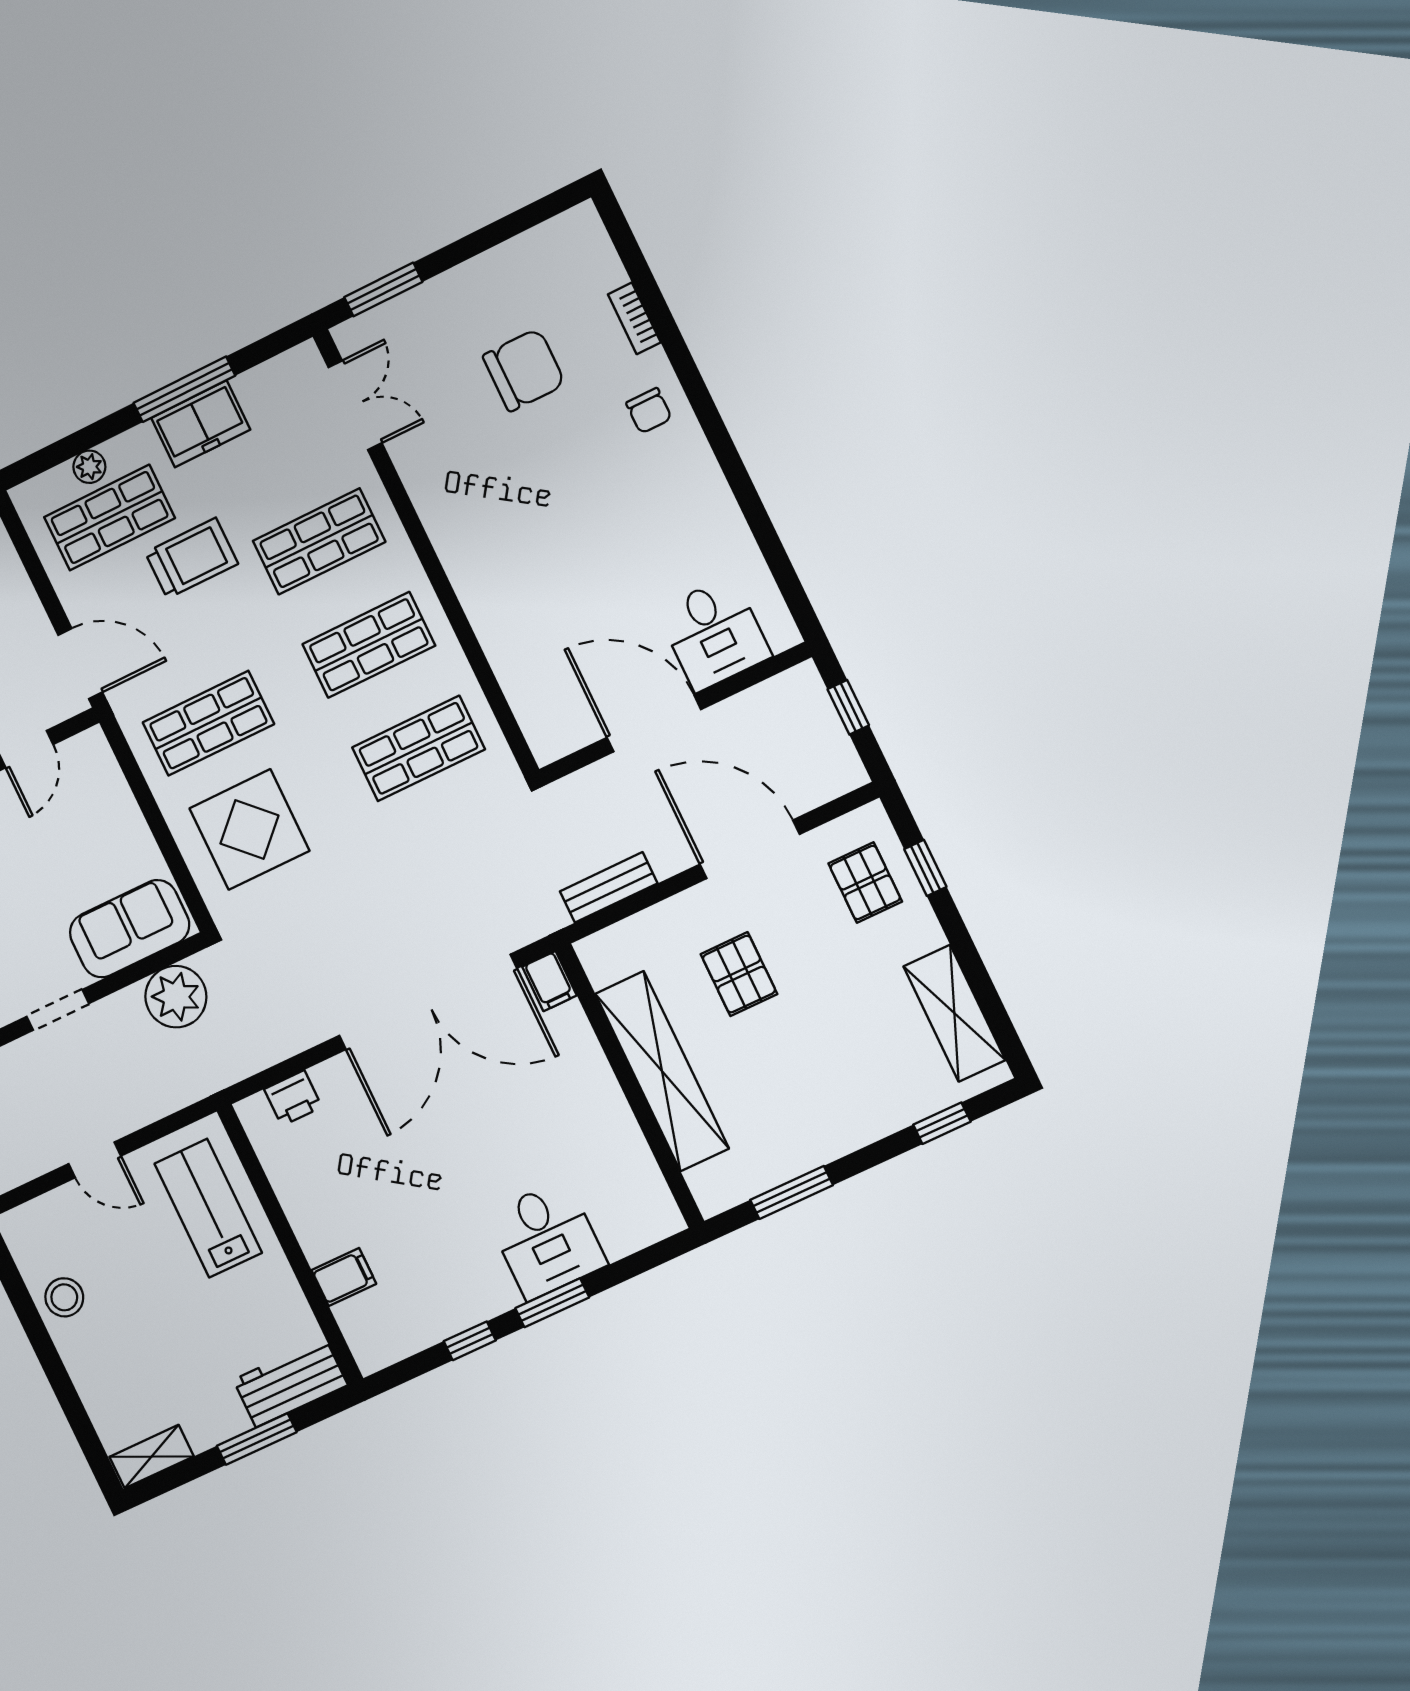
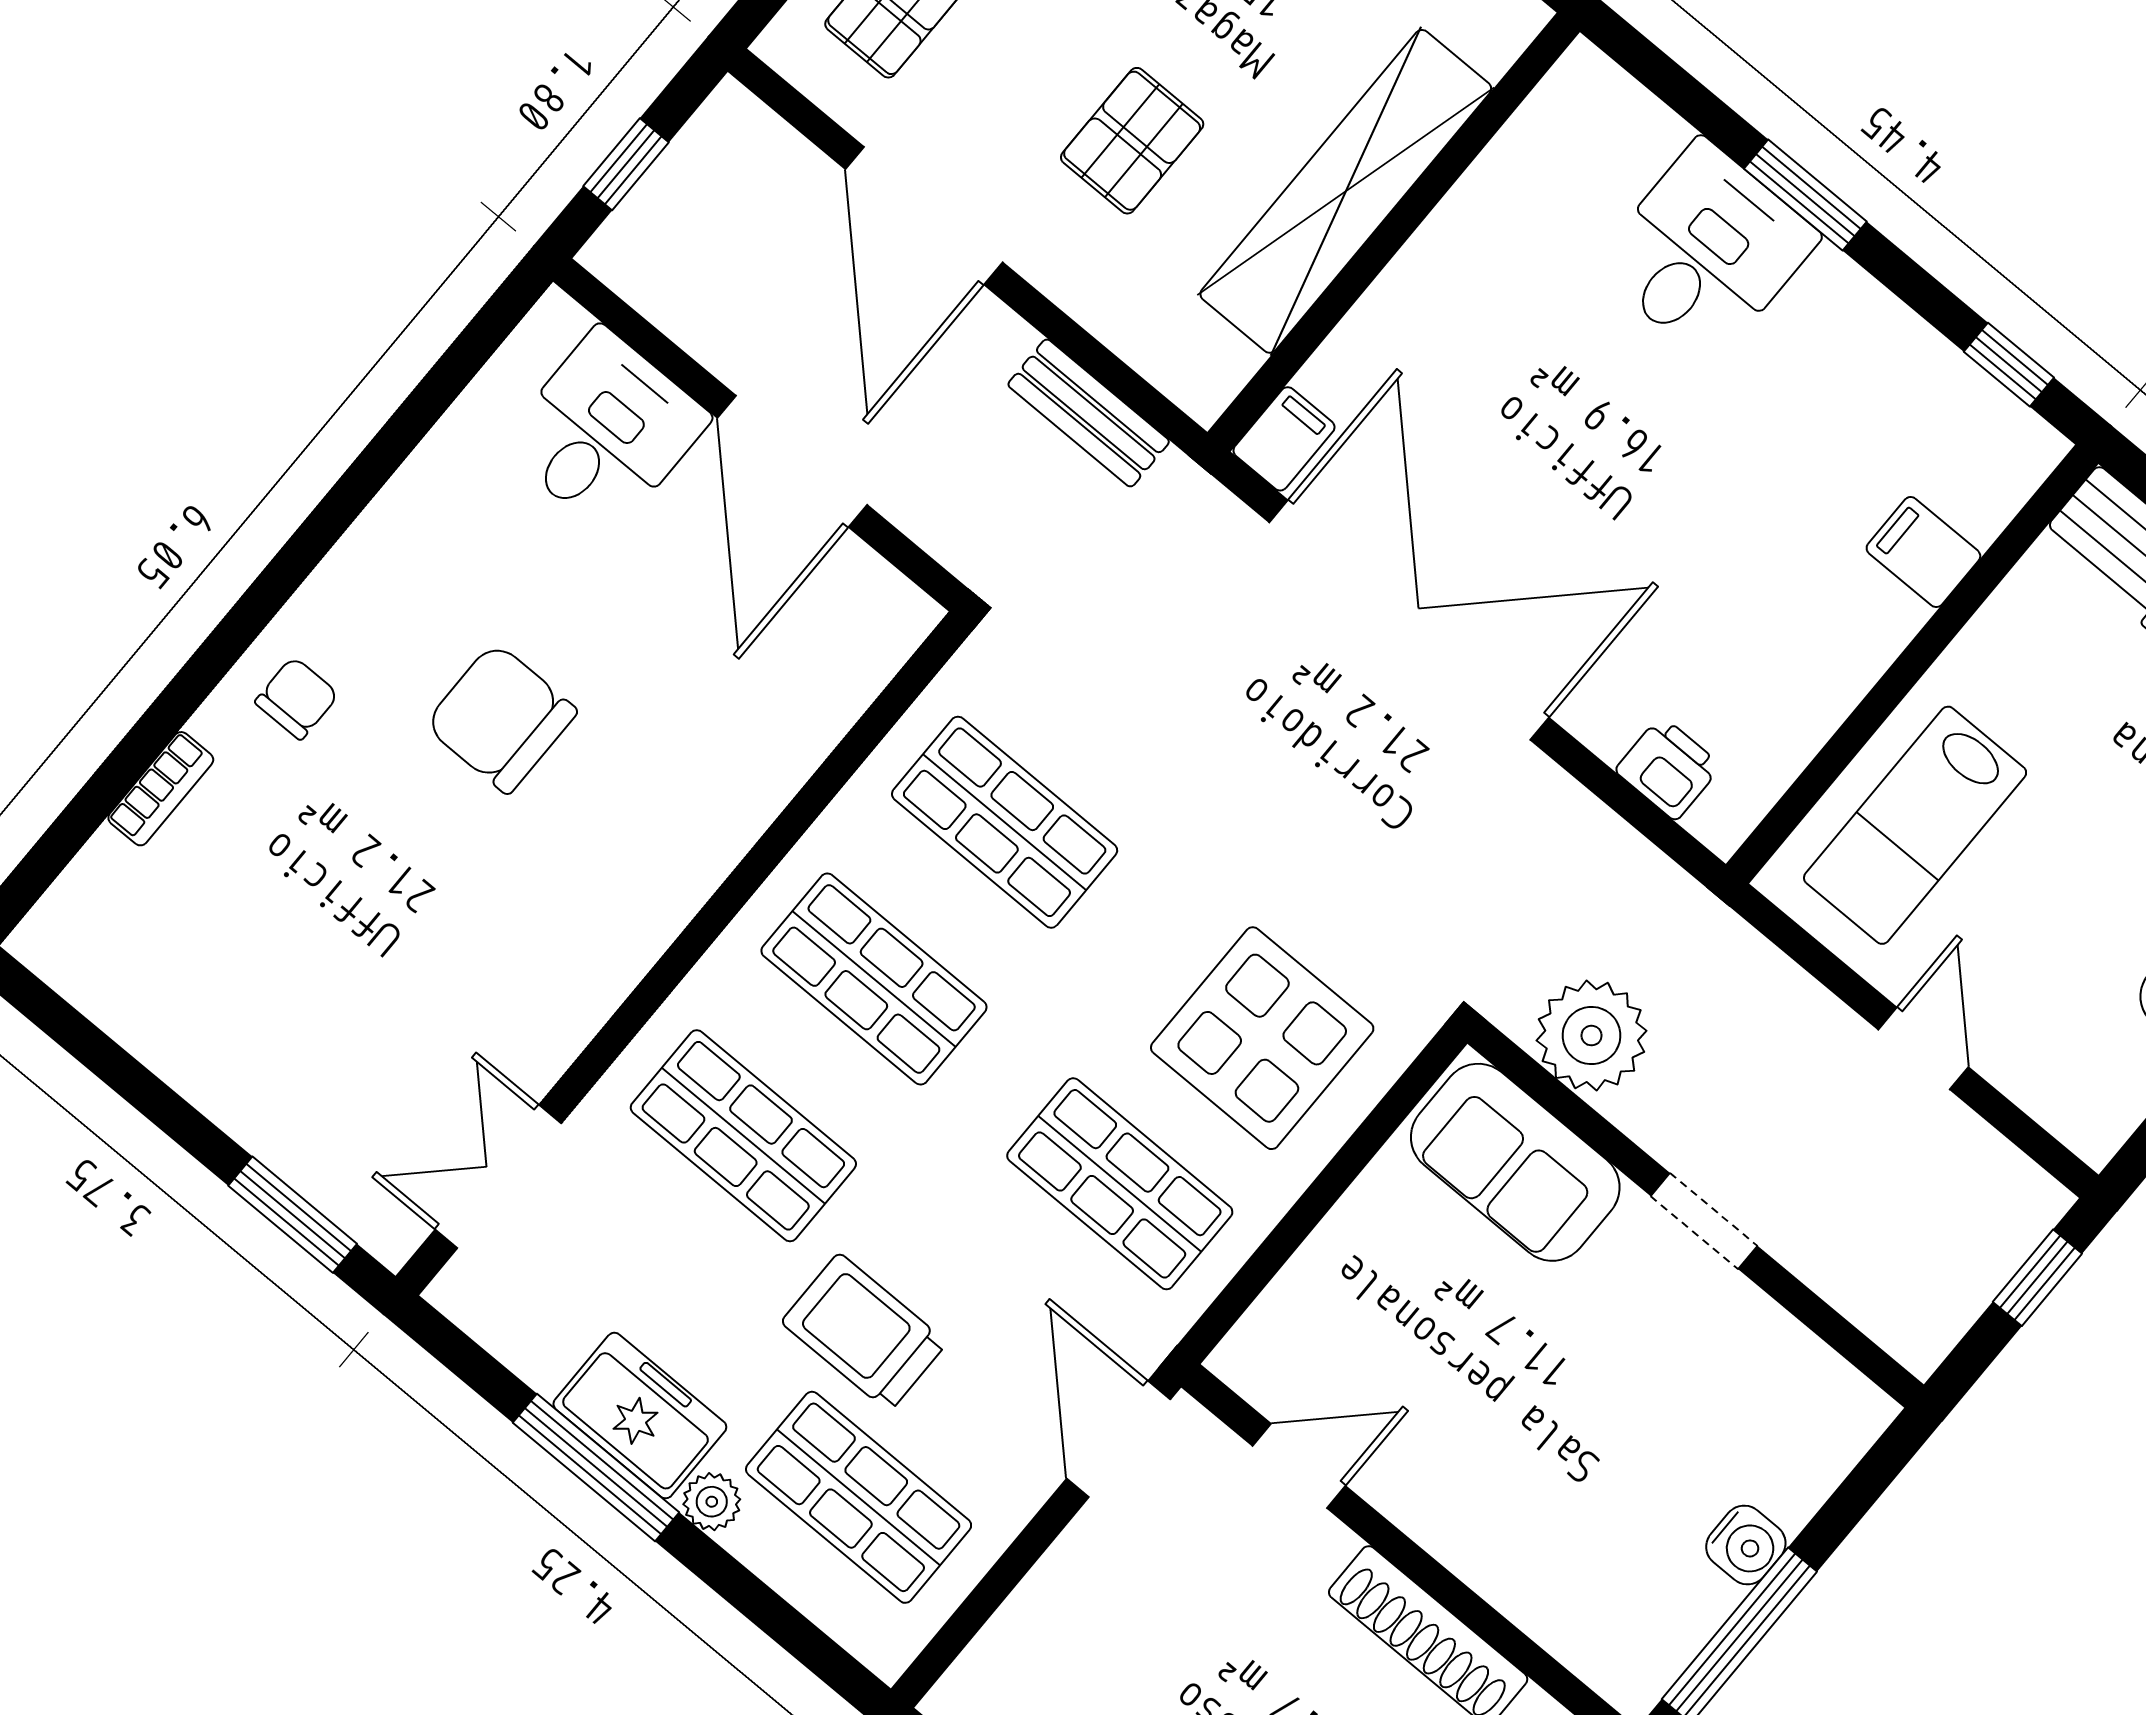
chair: (524, 370) -> (501, 718), moved
plant: (89, 467) -> (712, 1502), moved
window: (470, 1341) -> (2009, 365), moved

